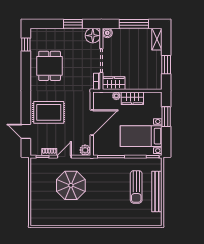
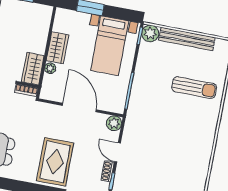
plant: (156, 164) -> (150, 33), added
parasol: (71, 185) -> (157, 151), removed
sun lounger: (136, 187) -> (194, 88), moved

